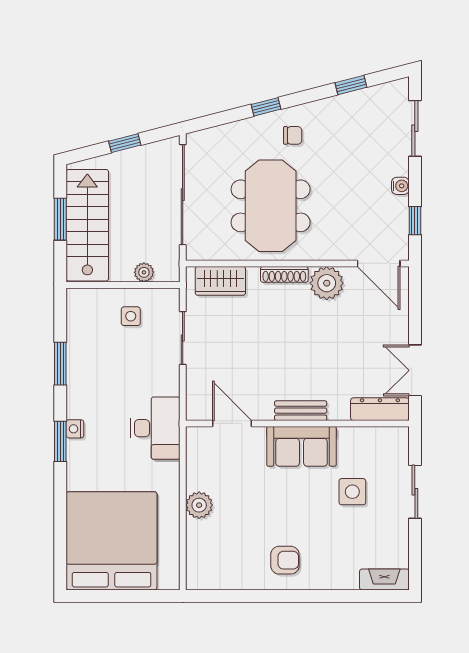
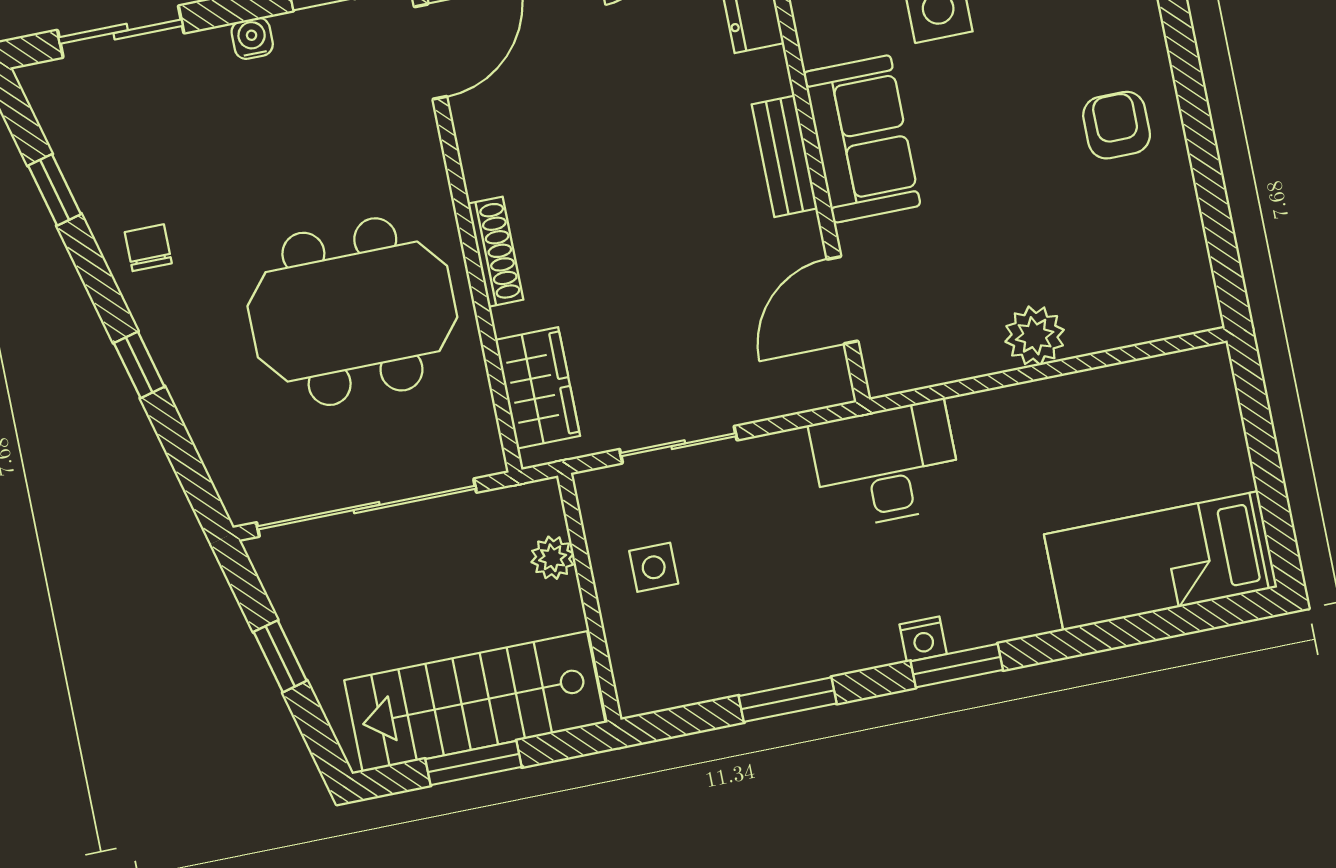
chair: (293, 135) -> (148, 248), moved
plant: (327, 283) -> (496, 156), removed
bed: (112, 541) -> (1161, 561), width x0.49

